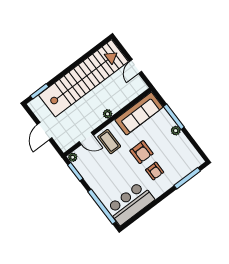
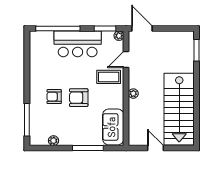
stairs: (83, 78) -> (179, 109), width x0.73
sofa: (139, 114) -> (113, 127), width x0.73
door: (44, 131) -> (142, 29), moved
plant: (176, 131) -> (53, 141), moved
bar counter: (130, 203) -> (78, 44), moved, turned 90

